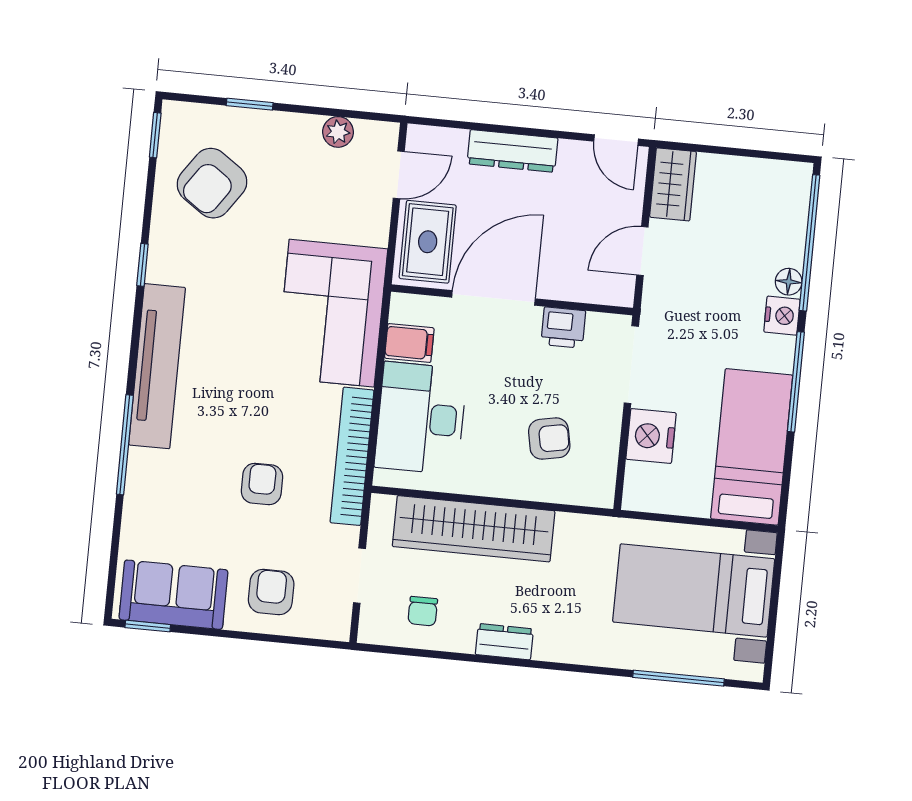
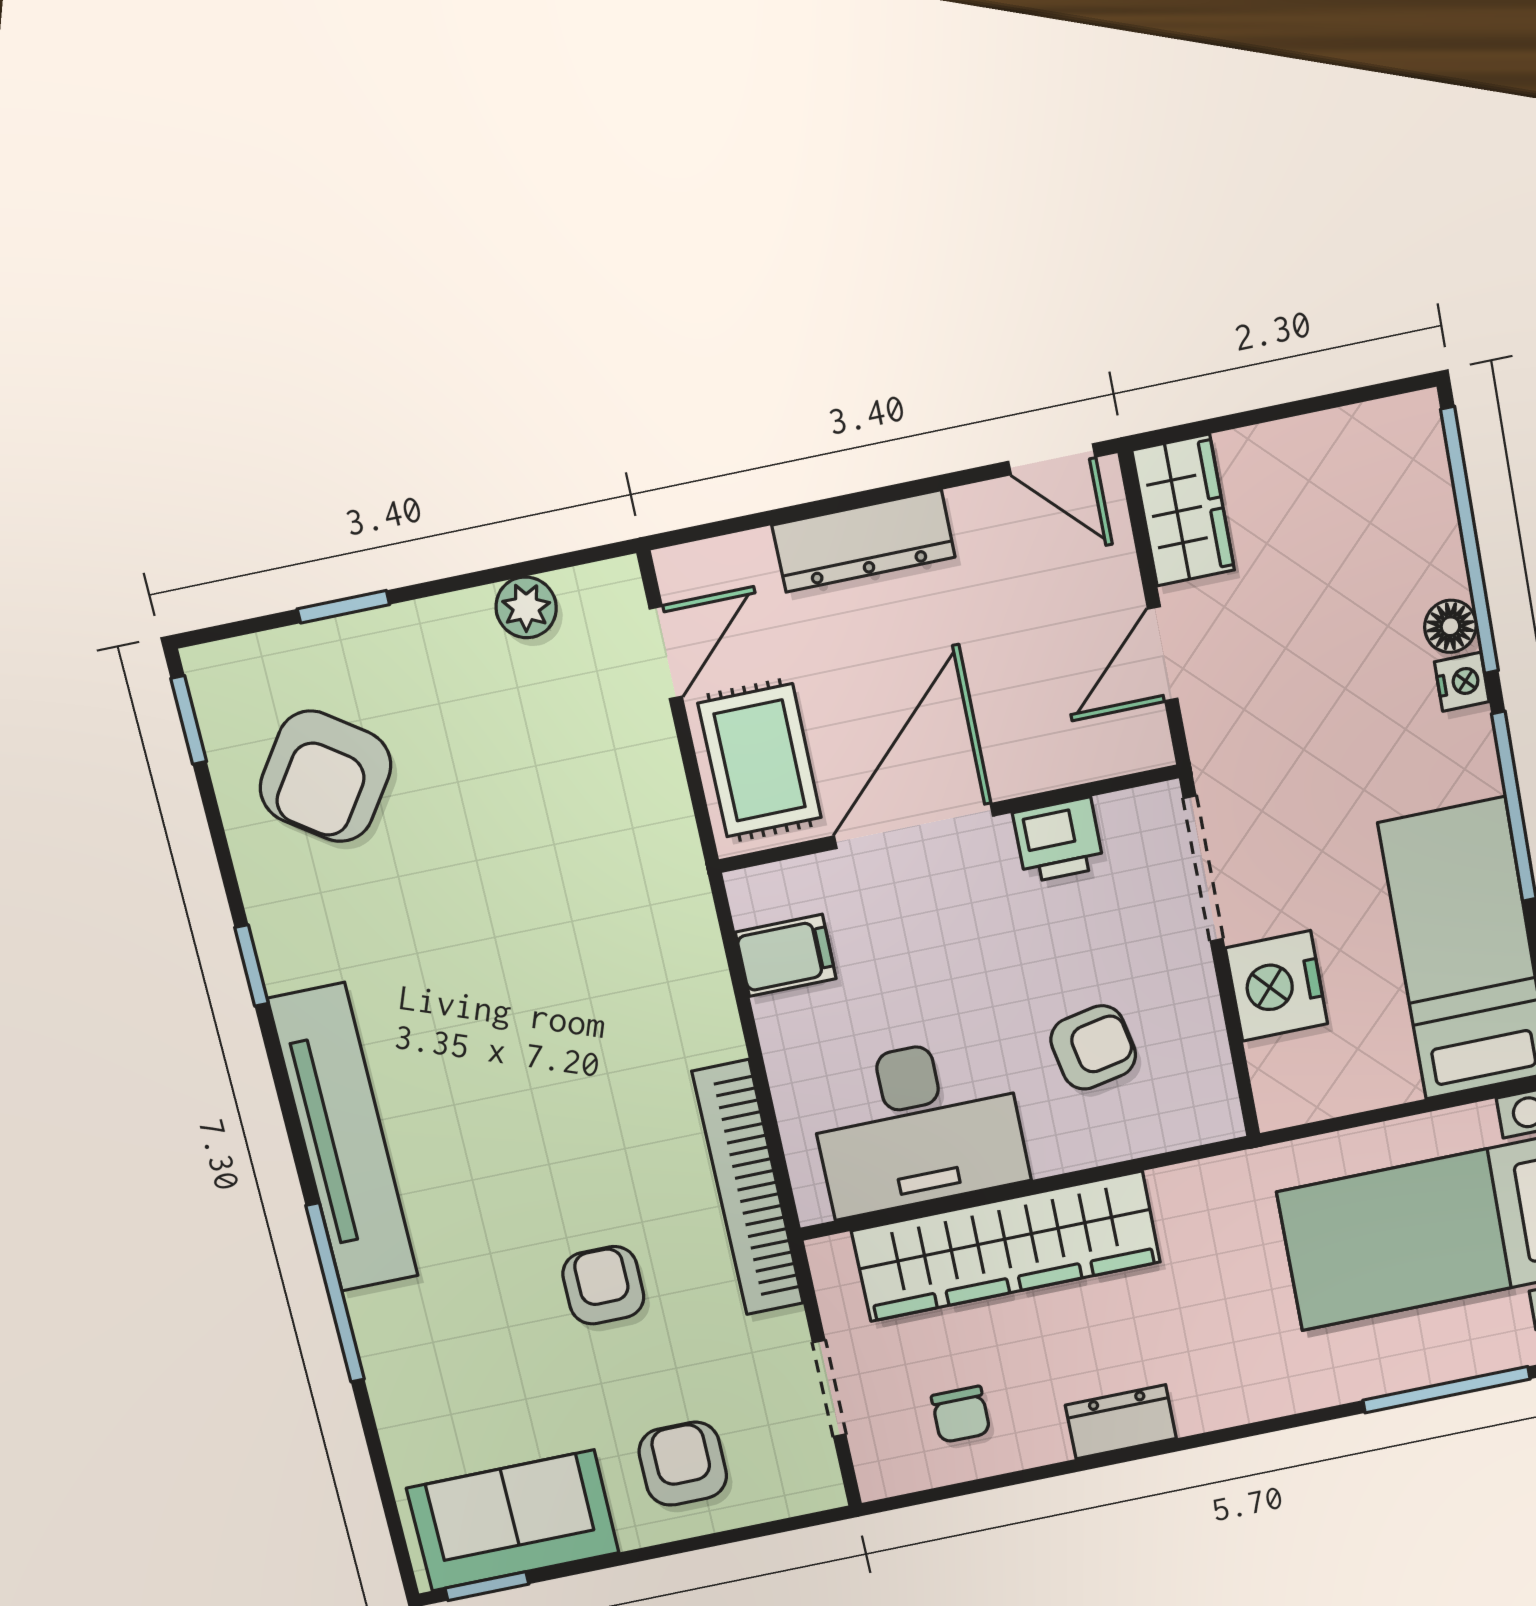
corner sofa: (332, 313) -> (627, 946), removed
nightstand: (782, 316) -> (1462, 682), width x0.72, depth x0.74
desk: (421, 418) -> (917, 1125), moved, turned -90

